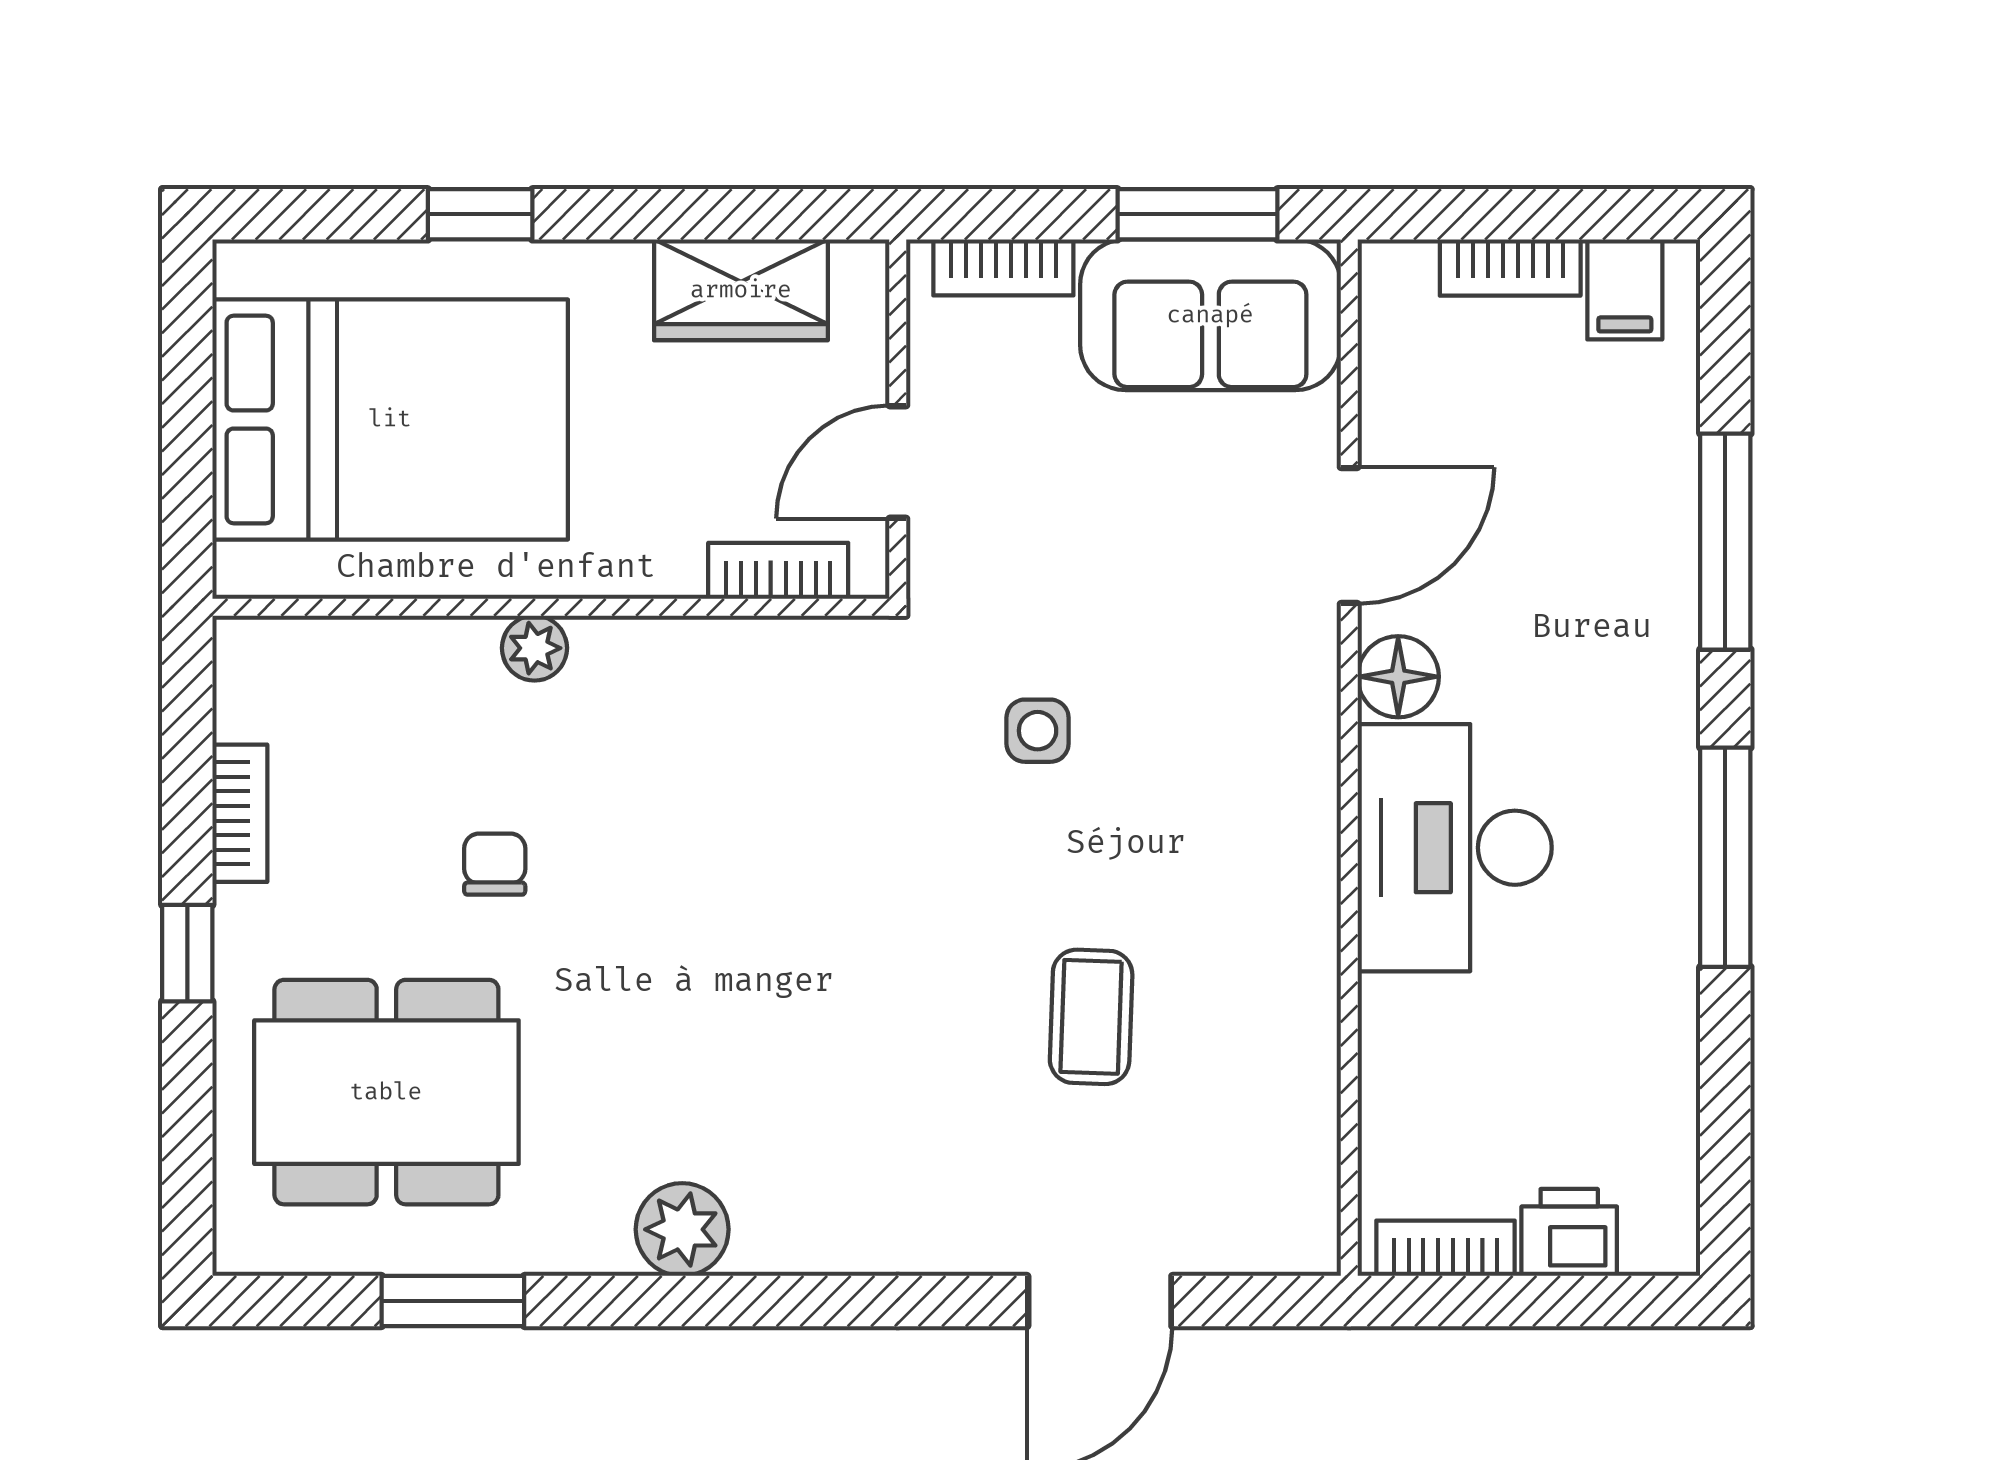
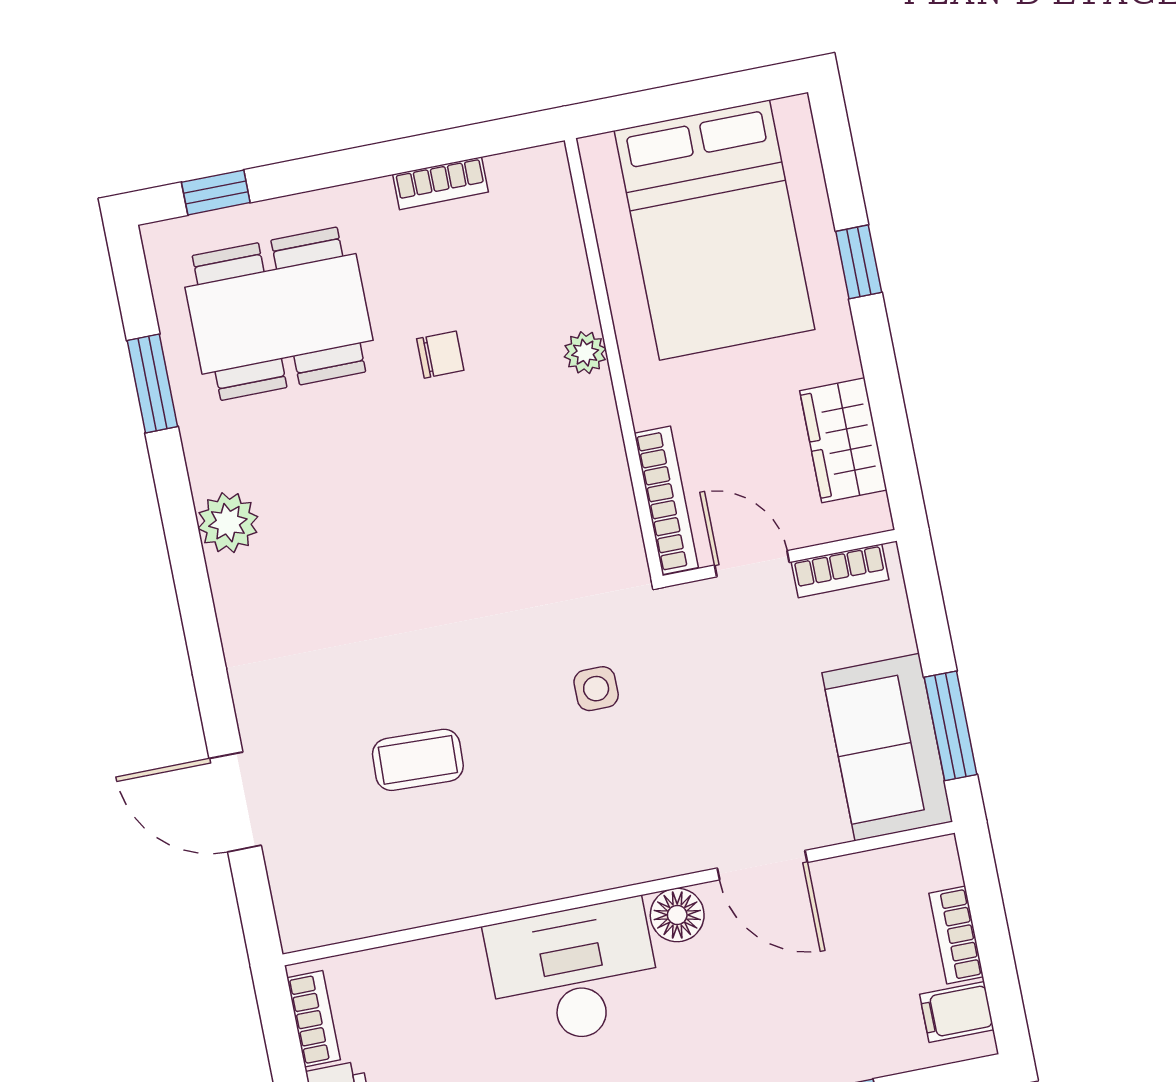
bookcase: (1003, 267) -> (840, 571), moved, turned -90
bookcase: (778, 571) -> (666, 500), width x1.56
window: (187, 953) -> (216, 192), moved
dining table: (386, 1092) -> (279, 314), turned 90

